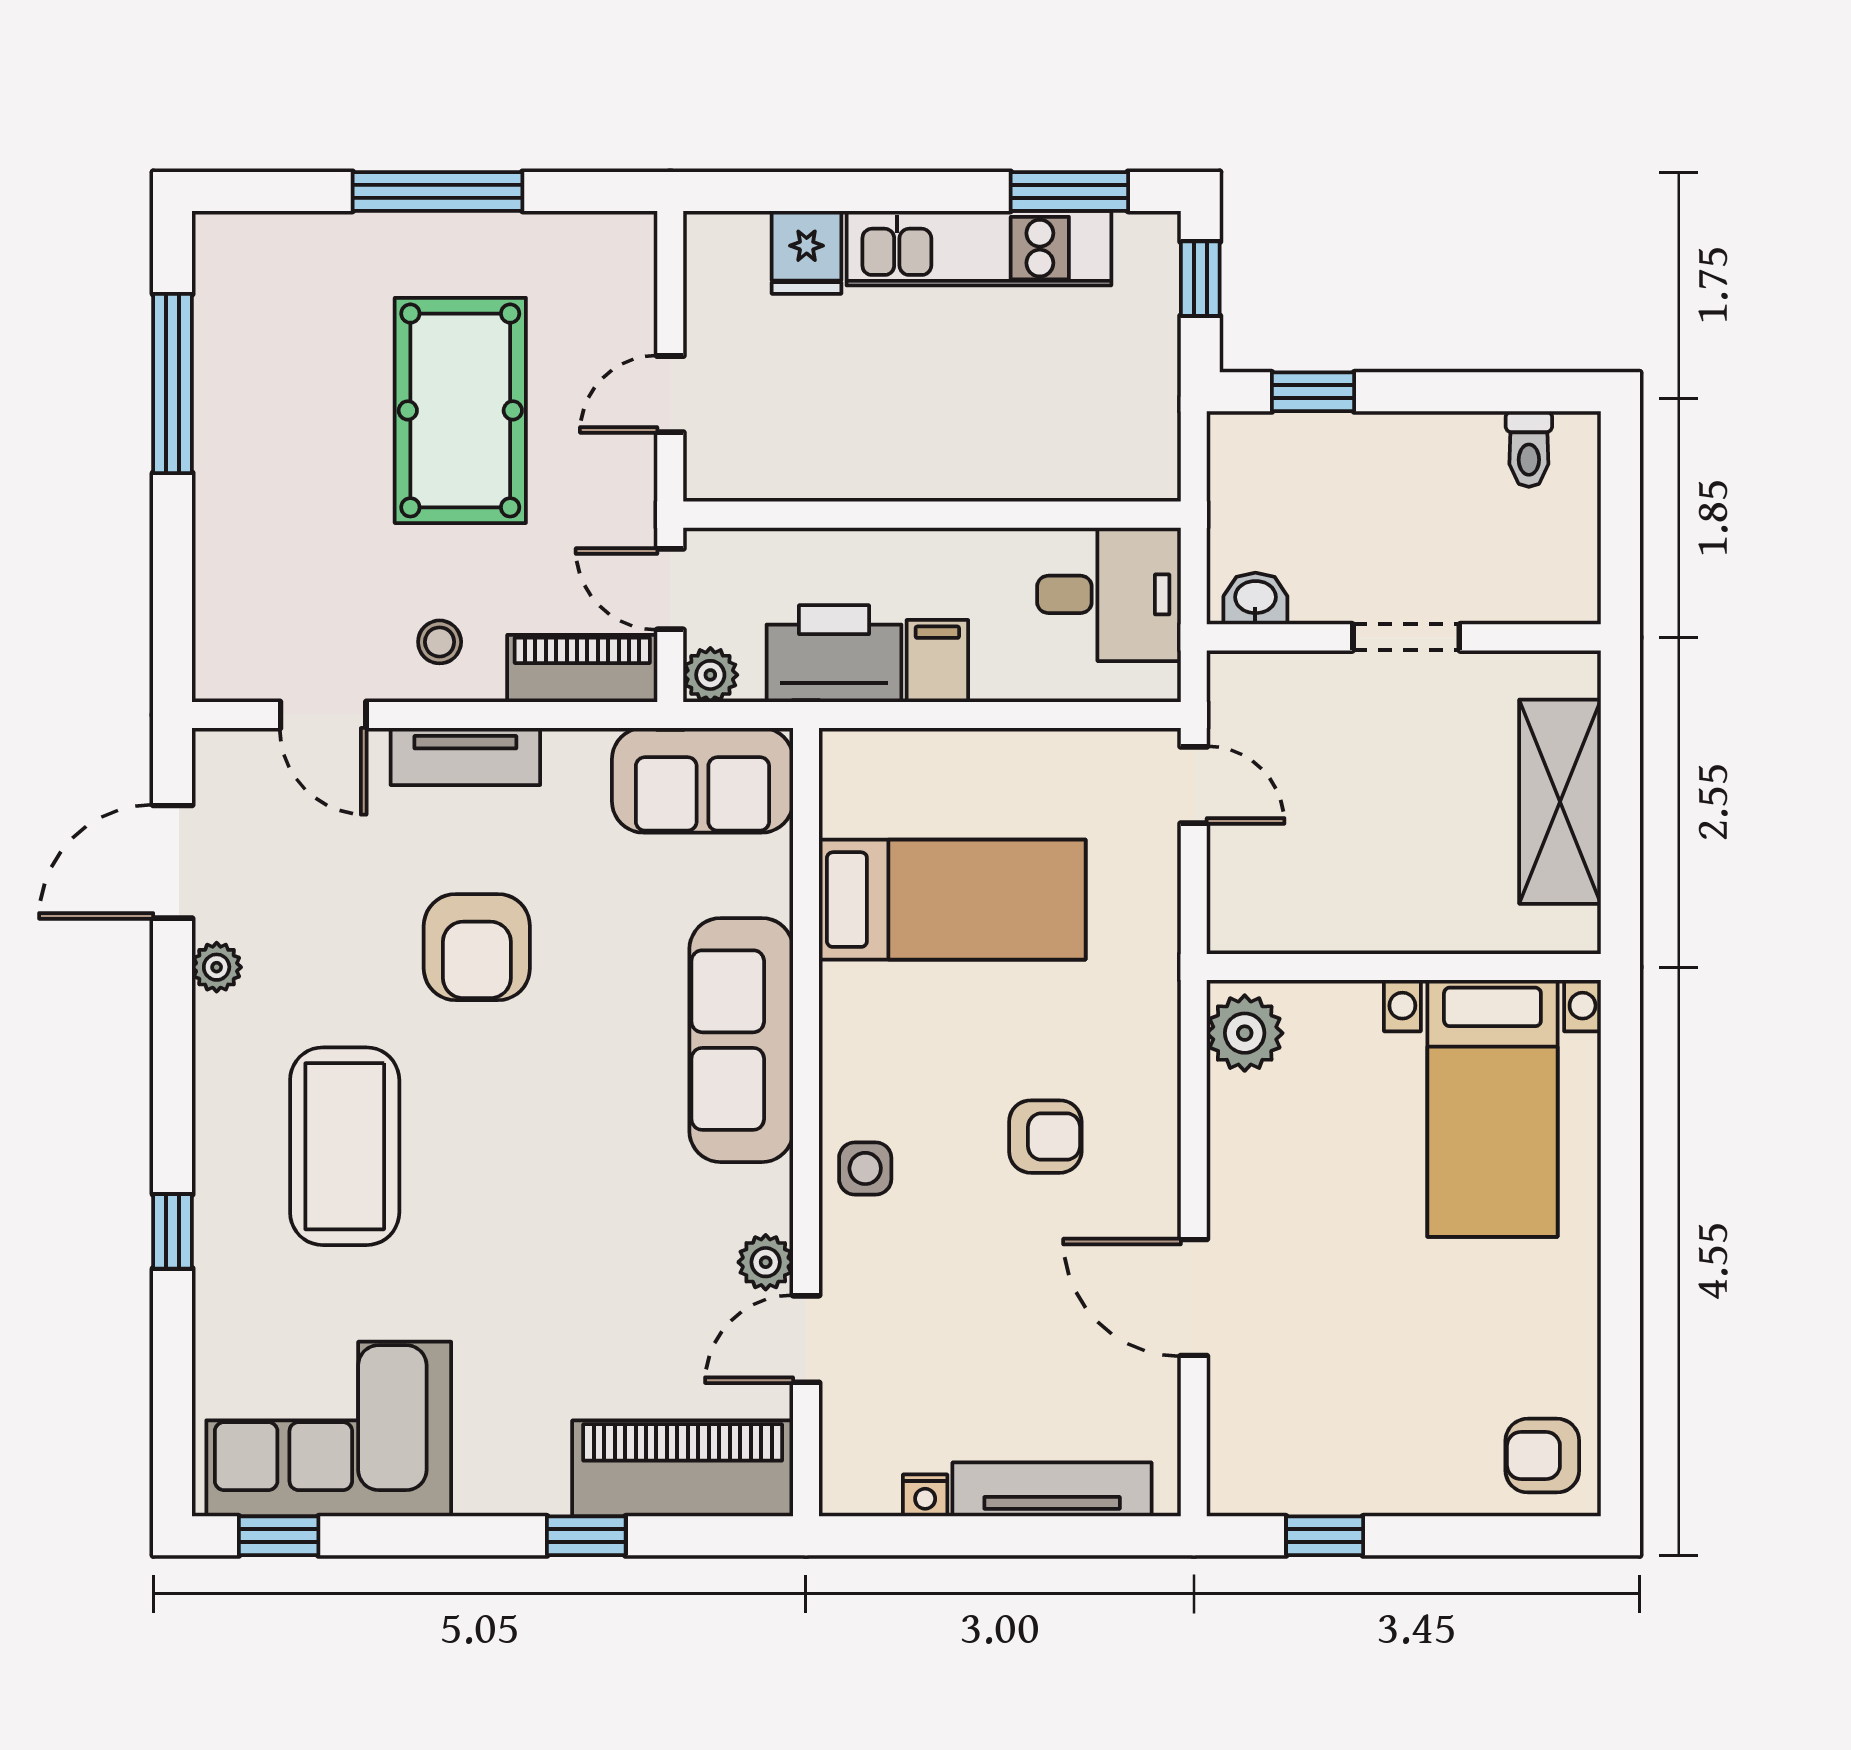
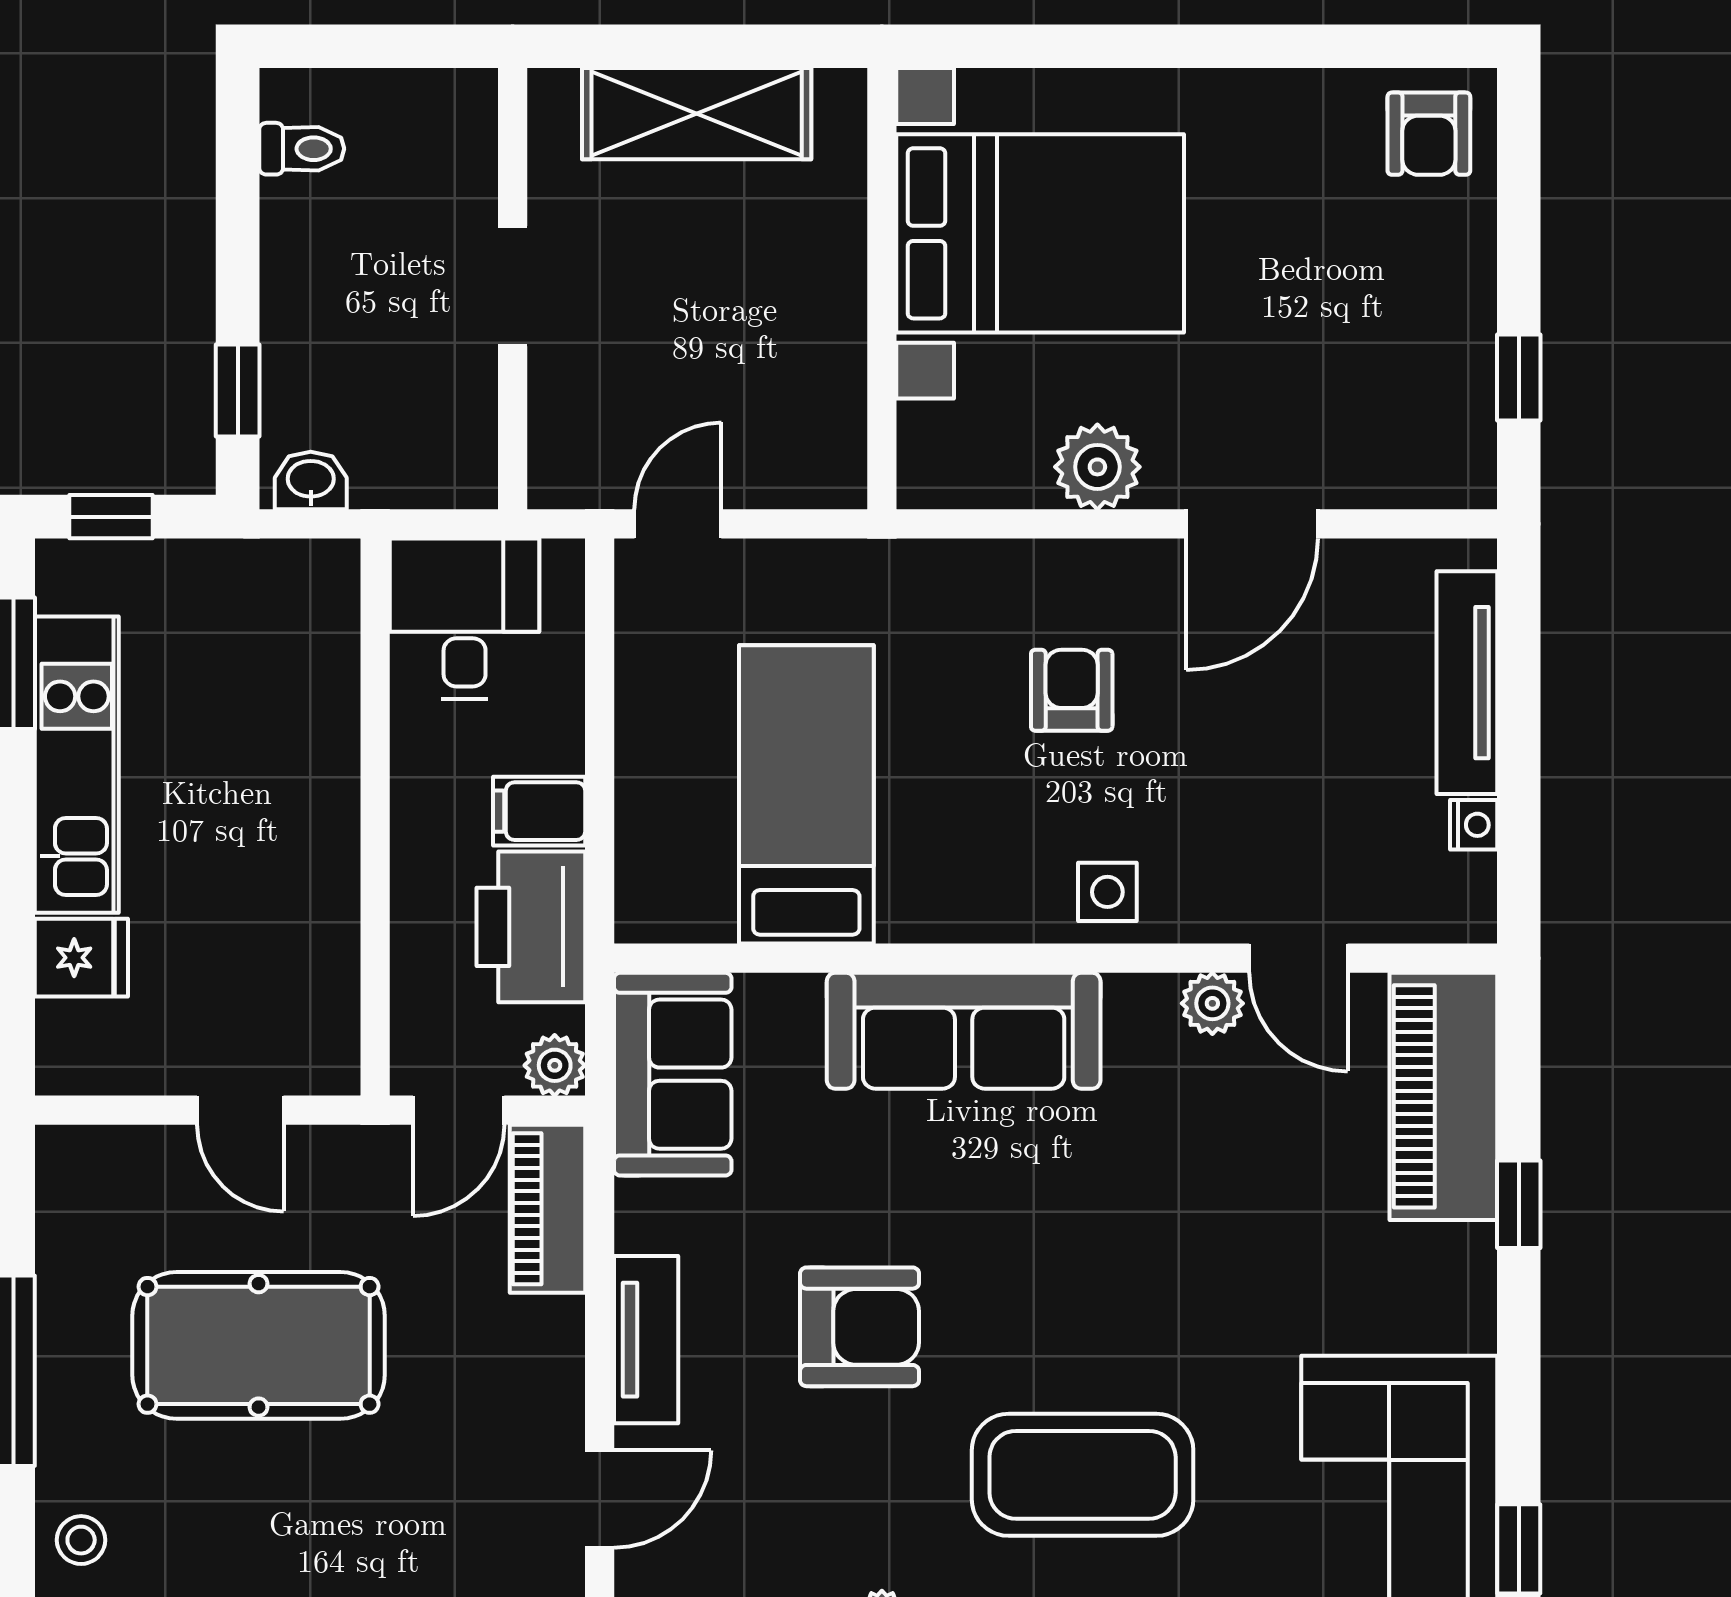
washbasin: (1255, 599) -> (311, 480), moved, turned 90
stool: (440, 642) -> (81, 1540), moved
plant: (1245, 1033) -> (1097, 467), moved
bed with nightstands: (1492, 1108) -> (1040, 233), width x1.36

